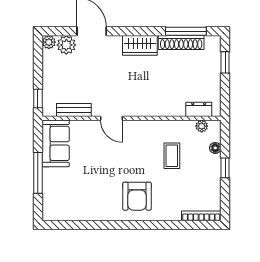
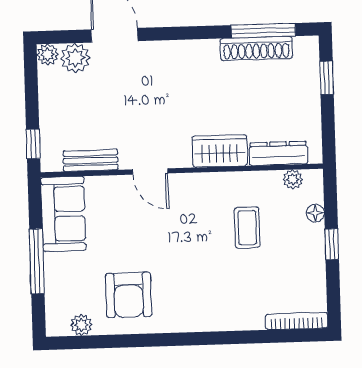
wardrobe: (140, 45) -> (220, 151), moved, turned 180
dresser: (199, 109) -> (278, 153), width x1.44
armchair: (137, 196) -> (129, 295), moved
plant: (65, 214) -> (81, 325), added

